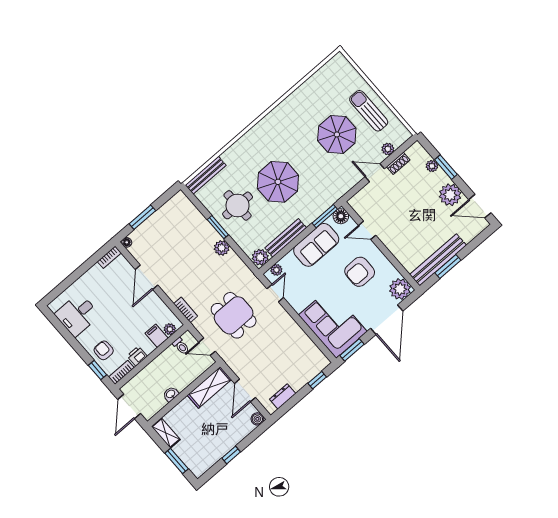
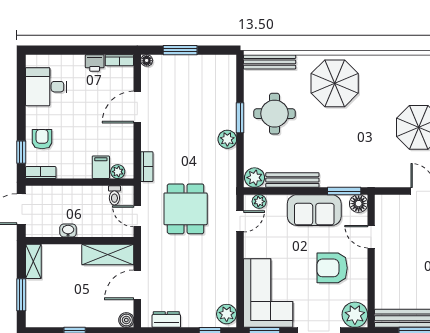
parasol: (278, 182) -> (335, 83), moved
printer: (137, 356) -> (95, 63), moved, turned 180
plant: (318, 360) -> (227, 314), added

